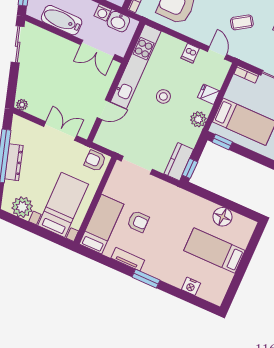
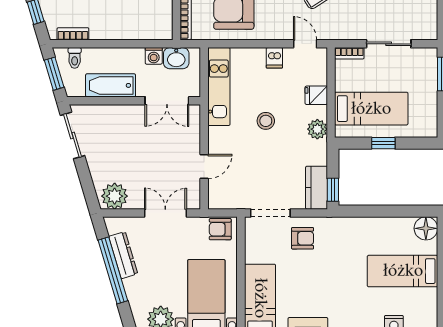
kitchen unit: (136, 66) -> (219, 87), width x0.73
plant: (22, 105) -> (115, 196), width x1.88, depth x1.88
window: (222, 142) -> (383, 143), moved
dresser: (14, 162) -> (123, 255), moved
floor lamp: (222, 217) -> (426, 228), moved
armchair: (138, 222) -> (303, 238), moved

